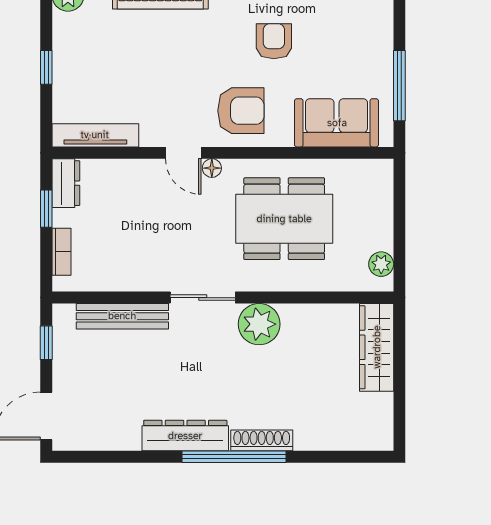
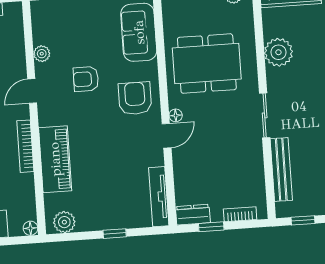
dining table: (284, 219) -> (207, 64), turned 90
plant: (259, 324) -> (278, 52), moved

